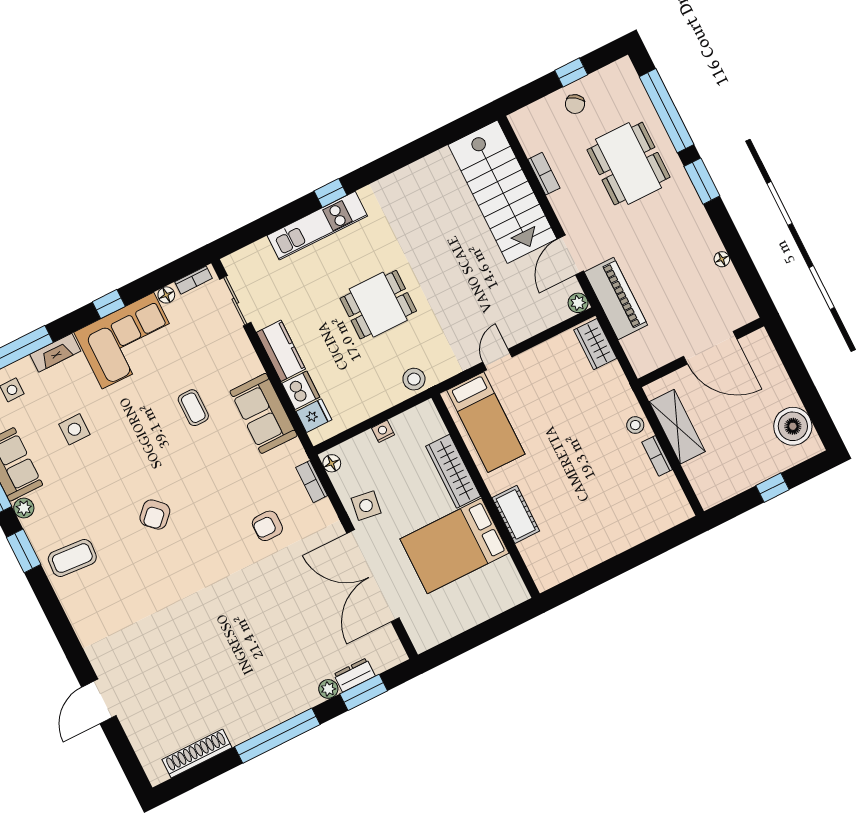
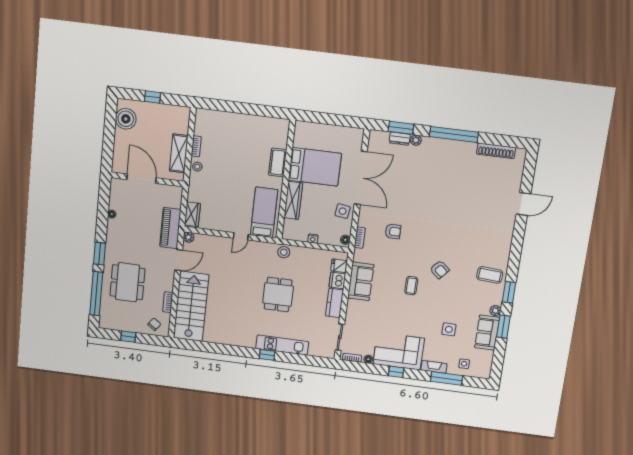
chair: (575, 104) -> (154, 324), moved
dining table: (378, 305) -> (278, 294), turned 90
coffee table: (193, 408) -> (411, 286), moved
armchair: (155, 515) -> (440, 270), turned 87

